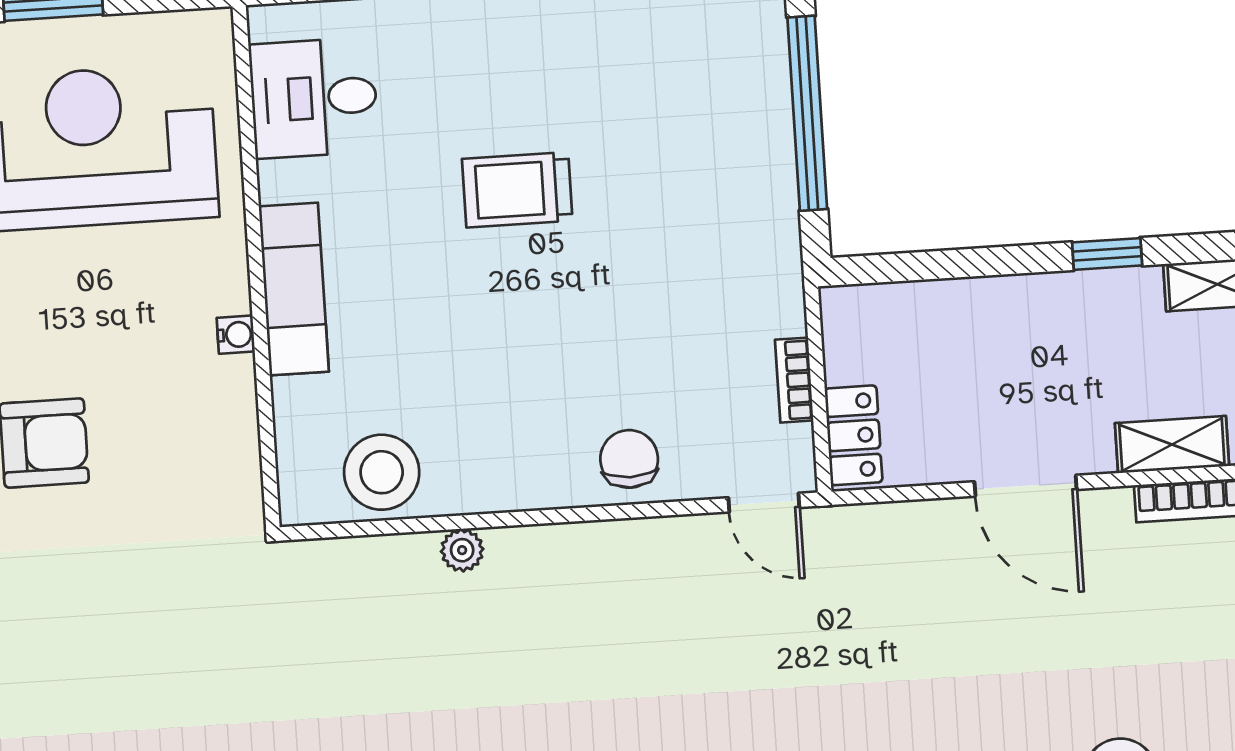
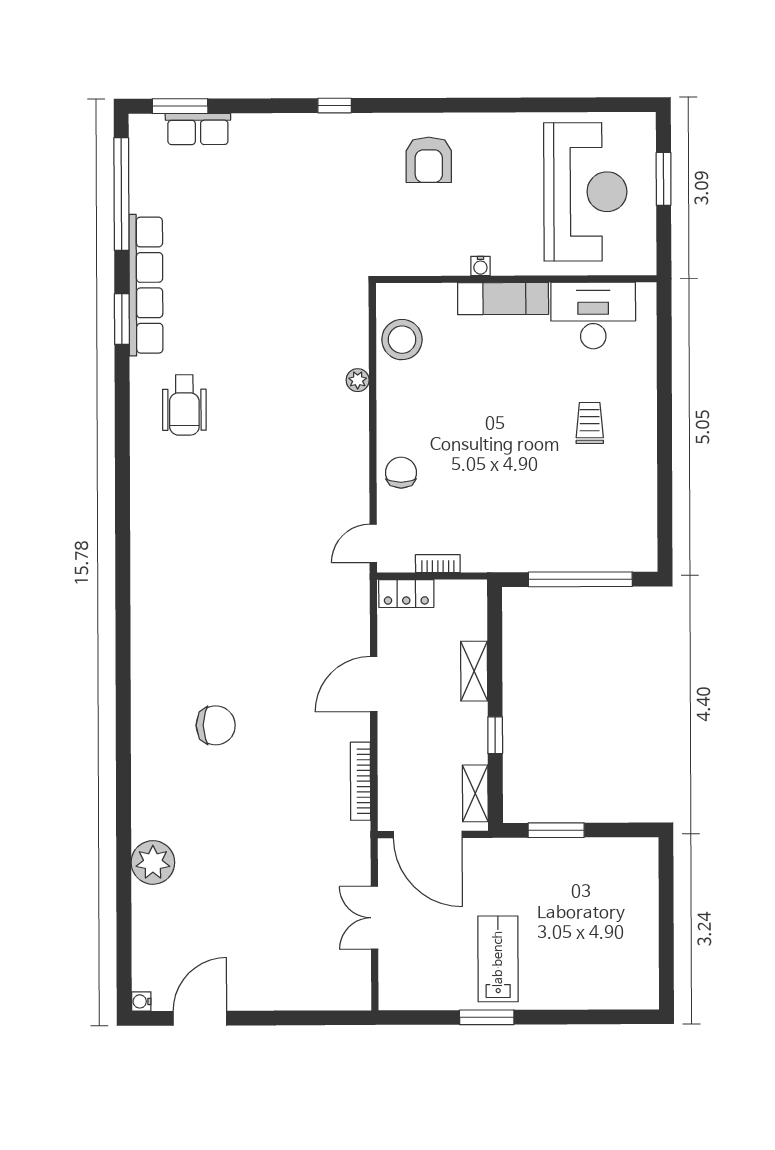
desk: (314, 98) -> (593, 316), width x1.37
trolley: (517, 190) -> (590, 423), moved, width x0.73, depth x0.72
shelving: (1172, 445) -> (474, 671), moved
chair: (629, 459) -> (401, 473), turned -90

